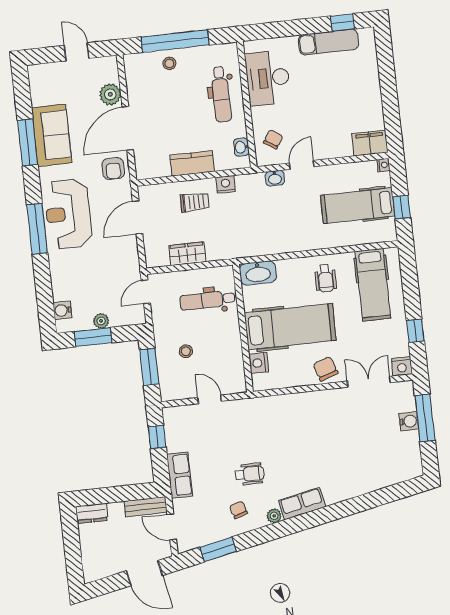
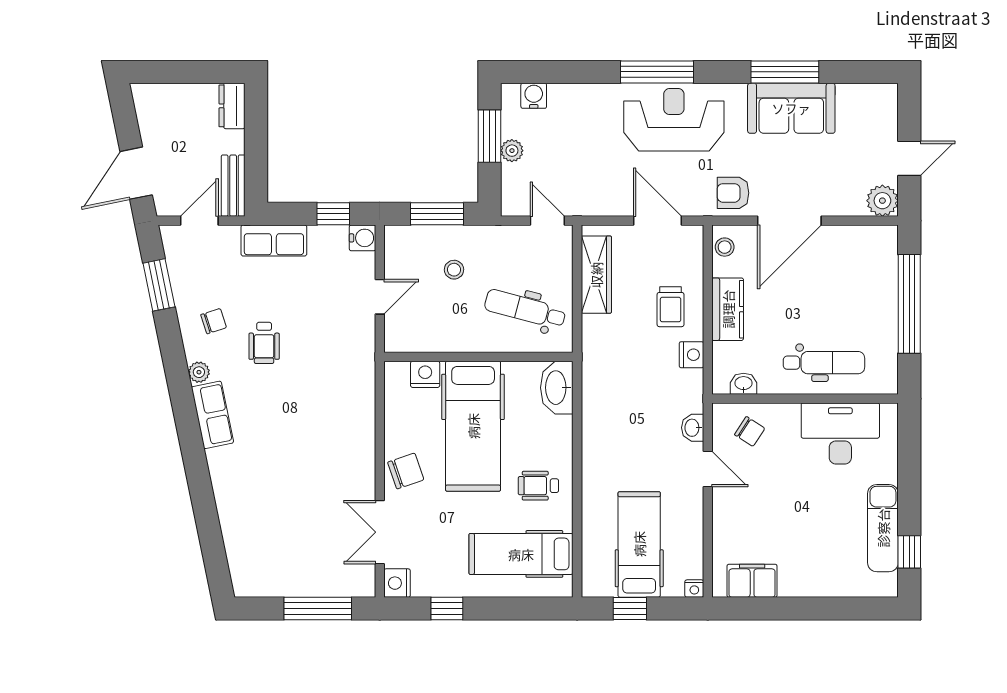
stool: (169, 63) -> (725, 247), moved
plant: (110, 94) -> (882, 201), moved
dental chair: (221, 94) -> (824, 363), turned 180
door: (128, 128) -> (789, 221), swing flipped
filing cabinet: (370, 143) -> (752, 581), moved, turned -90
wardrobe: (187, 254) -> (596, 275), width x1.50
dental chair: (207, 300) -> (525, 309), turned -75
double door: (369, 382) -> (380, 532), swing flipped
water cooler: (409, 421) -> (362, 238), moved, turned -90

